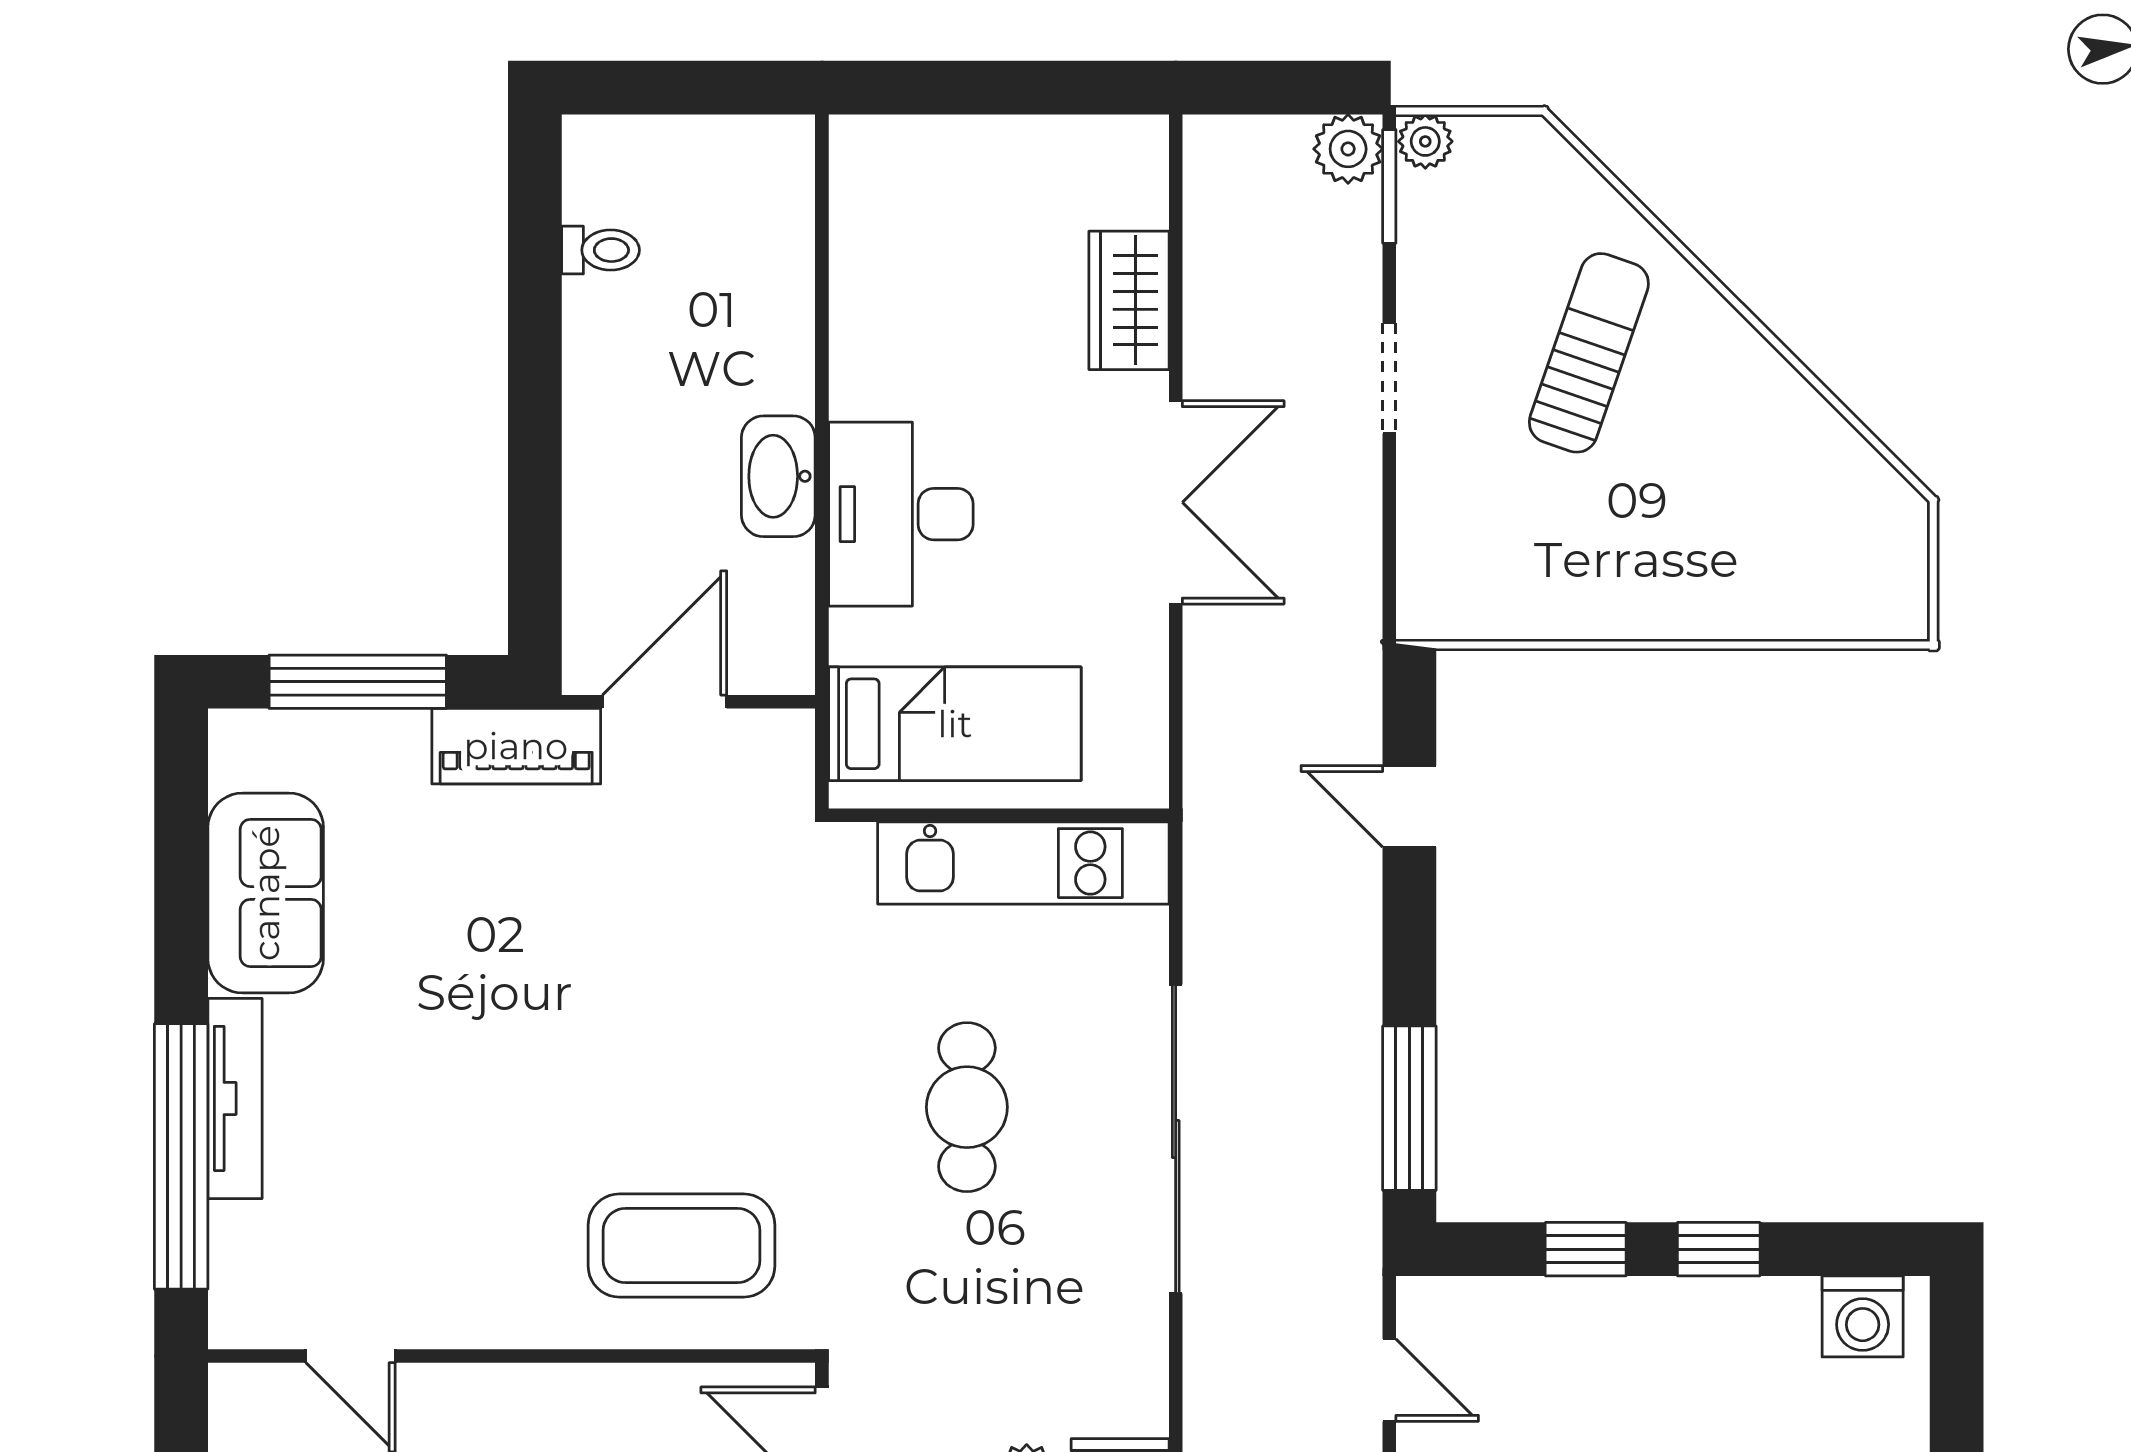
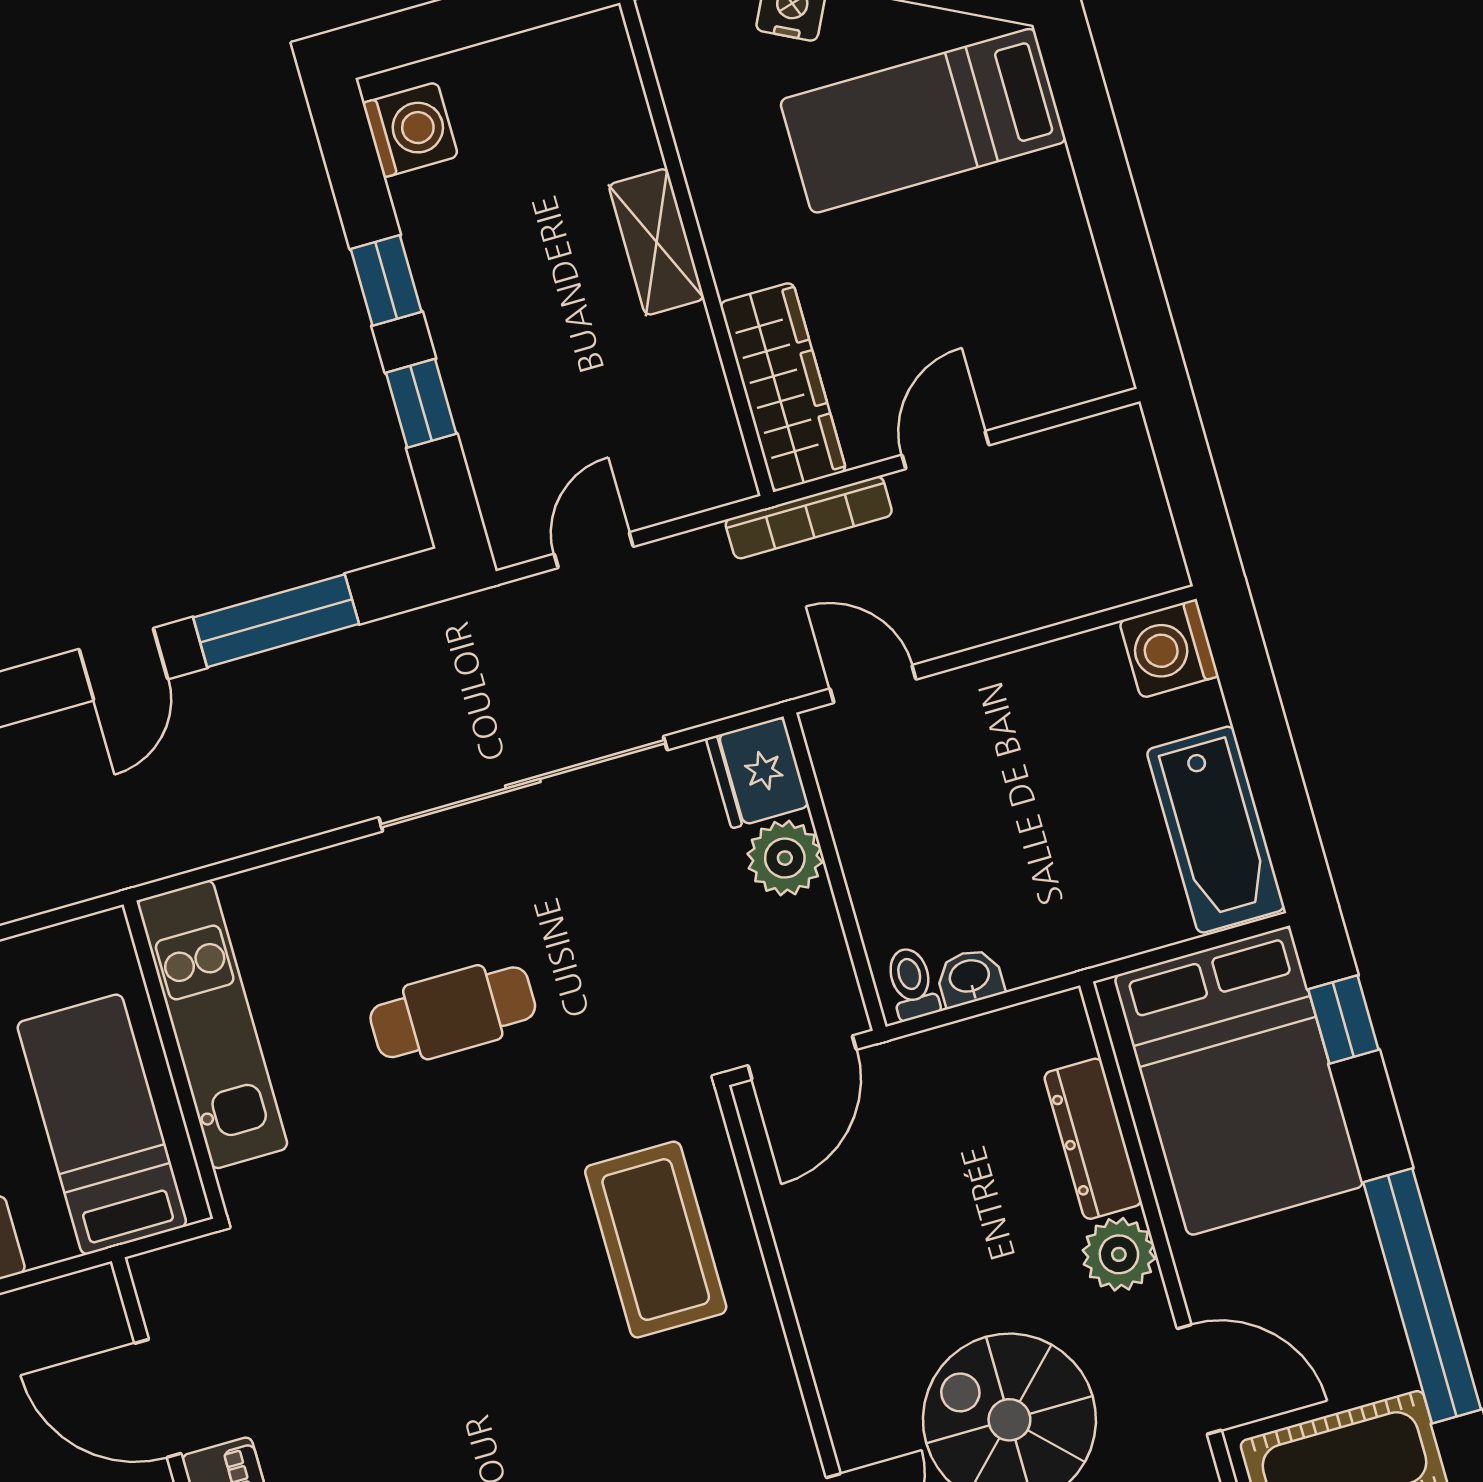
door: (1409, 806) -> (123, 664), moved
window: (1409, 1108) -> (276, 621), moved
sliding door: (1176, 1139) -> (523, 784), moved

